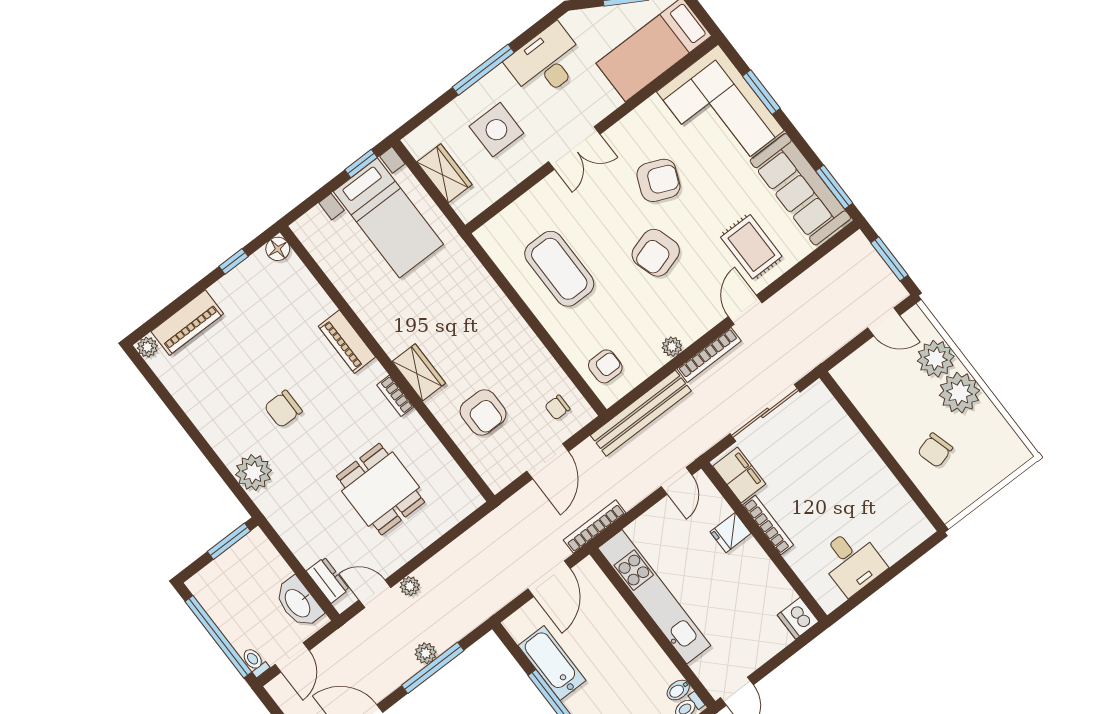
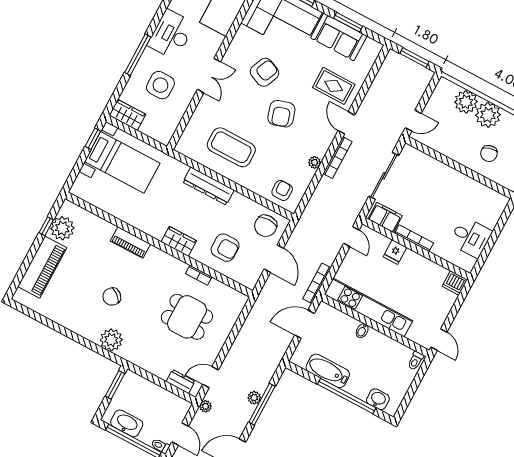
wardrobe: (444, 173) -> (127, 115), moved
window: (834, 187) -> (348, 22), moved
sofa: (800, 189) -> (339, 37), width x0.73
floor lamp: (278, 249) -> (68, 208), removed
dresser: (500, 311) -> (208, 186), added
door: (884, 322) -> (413, 121), moved
piano: (187, 323) -> (42, 267), width x1.37, depth x1.33
plant: (147, 347) -> (62, 228), moved, width x1.87, depth x1.87
bookcase: (395, 396) -> (199, 275), moved
chair: (557, 407) -> (266, 226), width x1.87, depth x1.87
chair: (283, 409) -> (112, 297), turned 40
bench: (641, 413) -> (314, 208), removed
door: (549, 579) -> (305, 324), swing flipped
plant: (410, 586) -> (206, 406), moved
washbasin: (298, 603) -> (127, 423), moved, turned 180
bidet: (678, 690) -> (362, 331), moved

